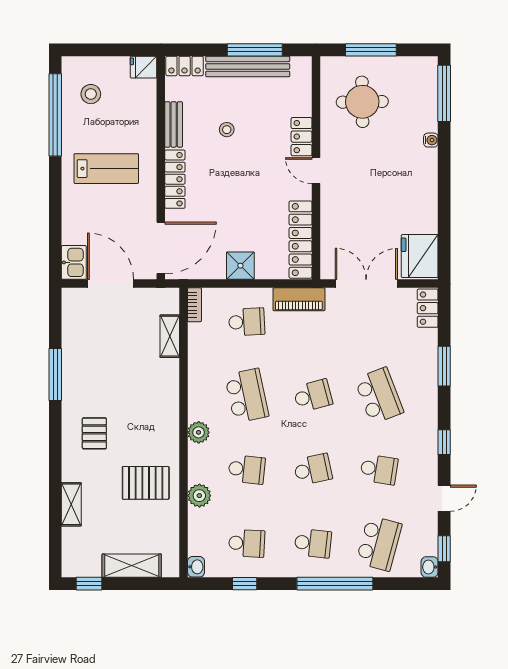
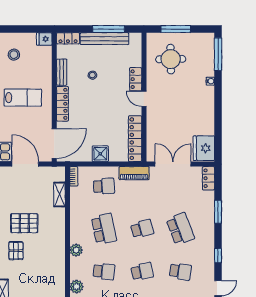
pallet: (146, 483) -> (24, 223), moved

